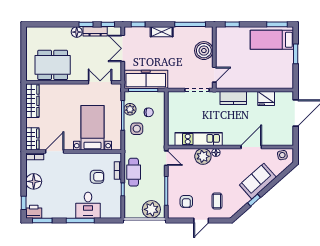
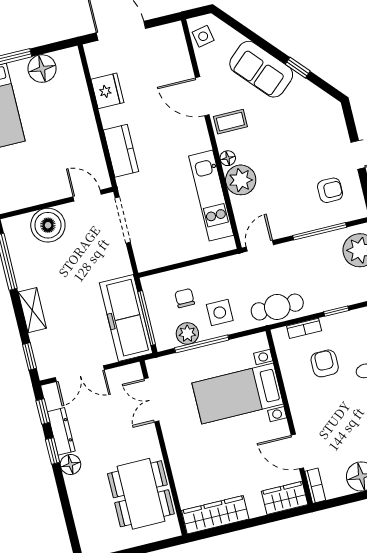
floor lamp: (286, 67) -> (42, 69), added
cafe table: (134, 172) -> (277, 307), moved
coffee table: (217, 201) -> (230, 122), moved

